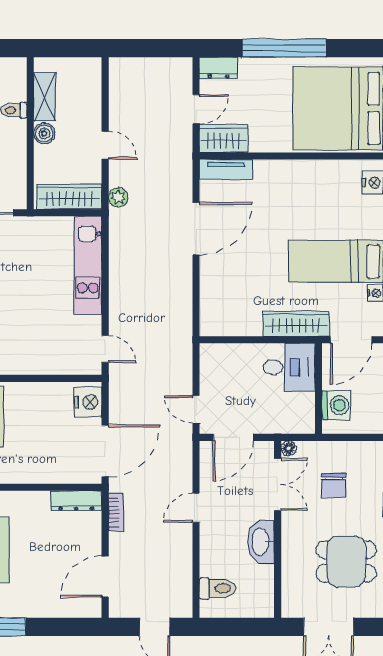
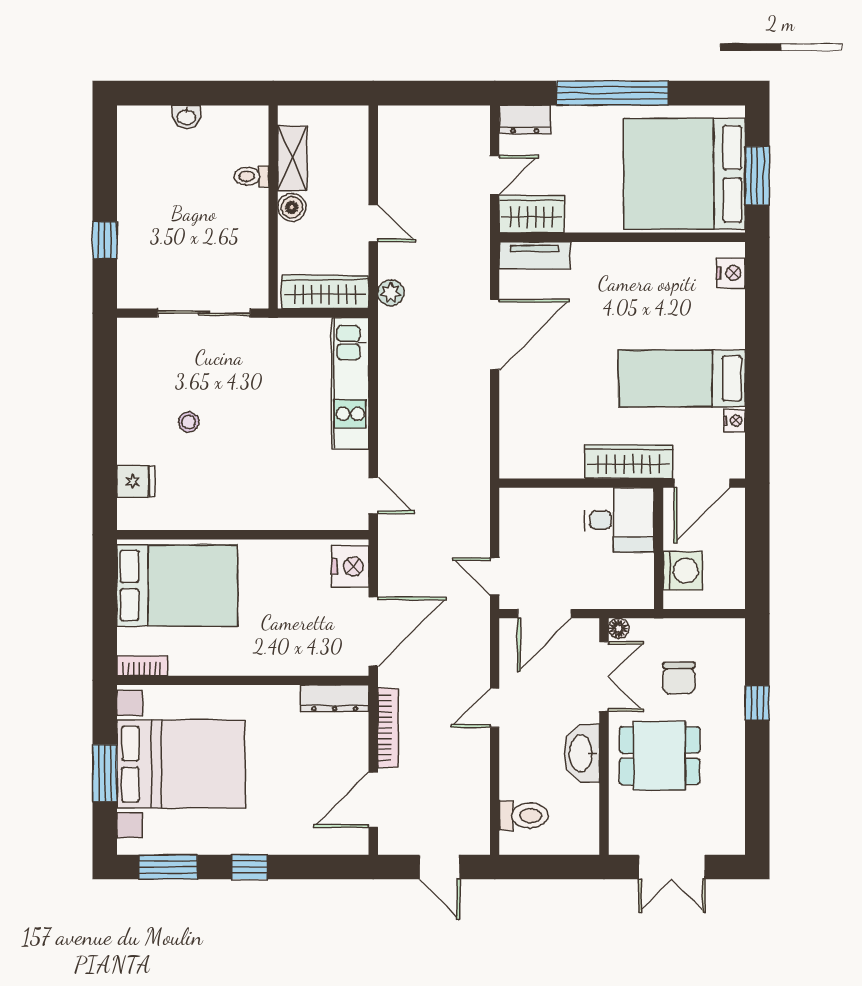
bookcase: (116, 512) -> (388, 728), width x1.56
dining table: (346, 561) -> (660, 756), moved

